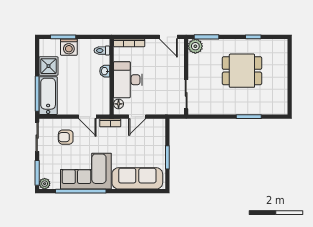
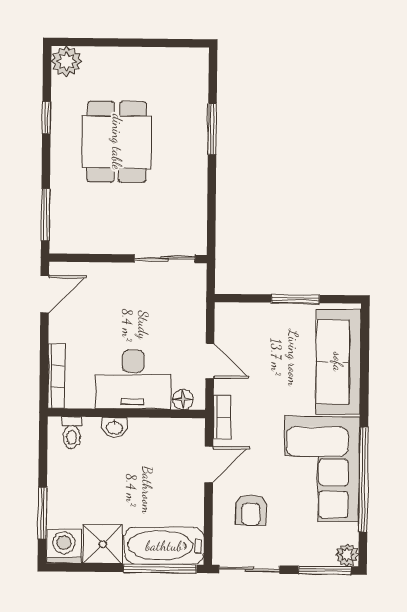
plant: (195, 46) -> (66, 61), moved
washing machine: (69, 47) -> (64, 546), moved, turned -90

